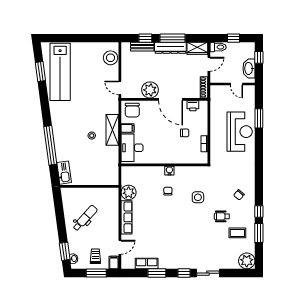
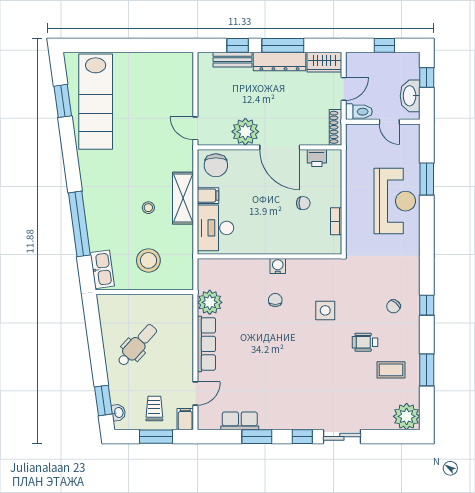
toilet: (218, 47) -> (359, 112), moved
stool: (111, 58) -> (148, 260), moved
window: (259, 212) -> (427, 305), moved

